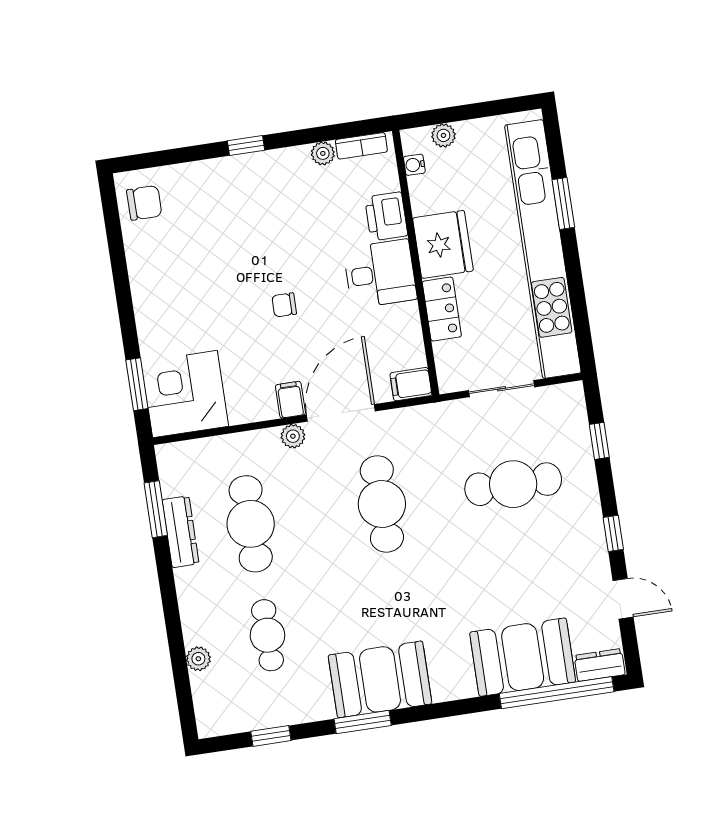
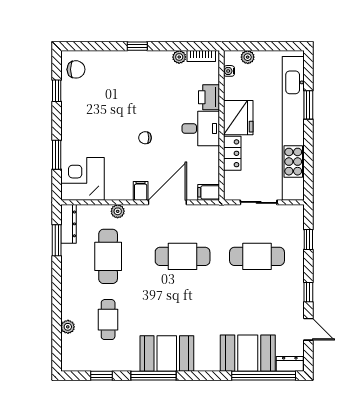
window: (116, 245) -> (57, 91), added
window: (137, 384) -> (57, 155), moved
plant: (293, 436) -> (118, 211), moved
cafe table: (382, 504) -> (183, 256), turned 90
dresser: (181, 532) -> (69, 224), moved
window: (363, 722) -> (154, 376), width x1.44

